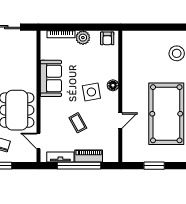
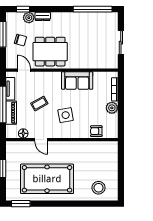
armchair: (107, 38) -> (96, 131), moved
floor lamp: (113, 85) -> (23, 133), moved
door: (39, 141) -> (24, 70), hinge flipped

